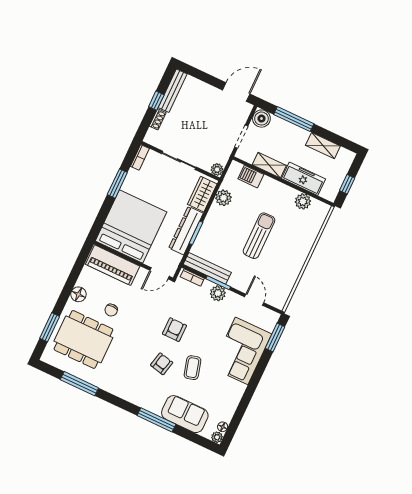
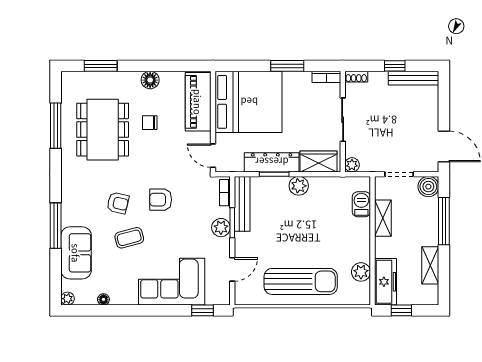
shoe rack: (158, 119) -> (356, 77), moved
freezer: (303, 179) -> (385, 282), moved
plant: (223, 198) -> (299, 186), moved
sun lounger: (259, 236) -> (301, 281), moved, width x1.36, depth x1.34
armchair: (174, 330) -> (161, 200), turned 180
window: (275, 338) -> (202, 310), width x0.67
dining table: (83, 339) -> (103, 130), moved
floor lamp: (223, 427) -> (103, 299), moved

